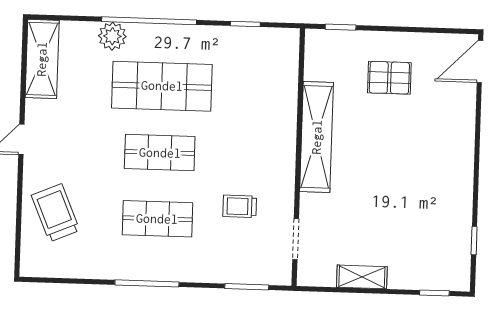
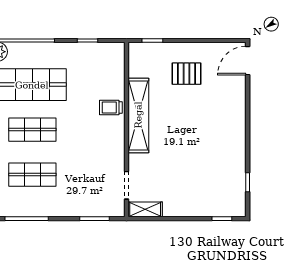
trolley: (240, 206) -> (111, 108), moved
shelving: (362, 277) -> (145, 209), moved

